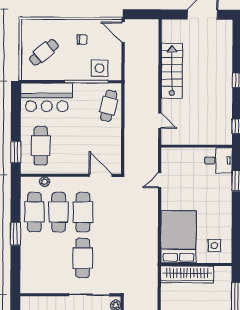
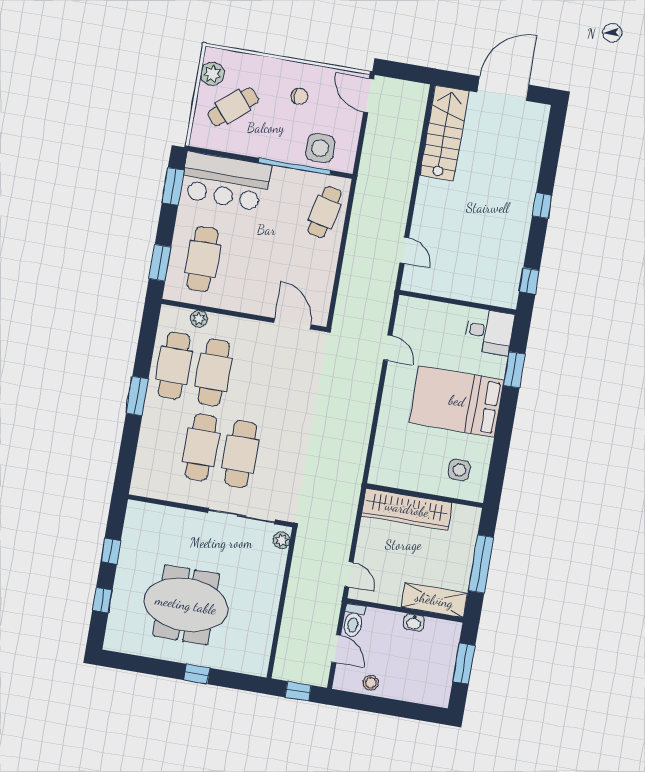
plant: (28, 35) -> (212, 74), added
stairs: (172, 71) -> (444, 133), moved
window: (16, 106) -> (173, 186), added
door: (160, 180) -> (388, 348), swing flipped
cafe table: (83, 212) -> (201, 447), moved
bed: (178, 237) -> (457, 401), moved, turned -90

